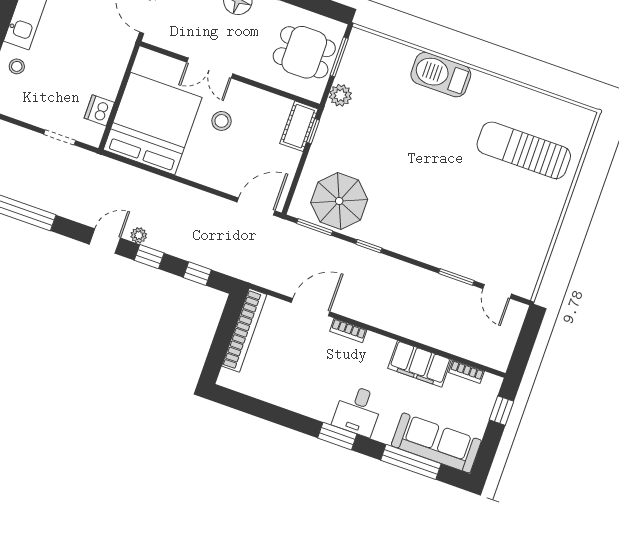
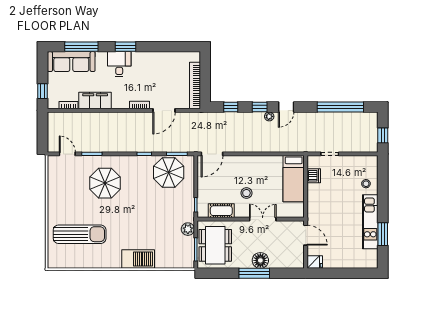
dining table: (304, 52) -> (215, 245), width x1.38
bed: (153, 124) -> (294, 179), width x0.49
cot: (299, 126) -> (221, 211), moved, turned 90
parasol: (452, 221) -> (105, 183), added

